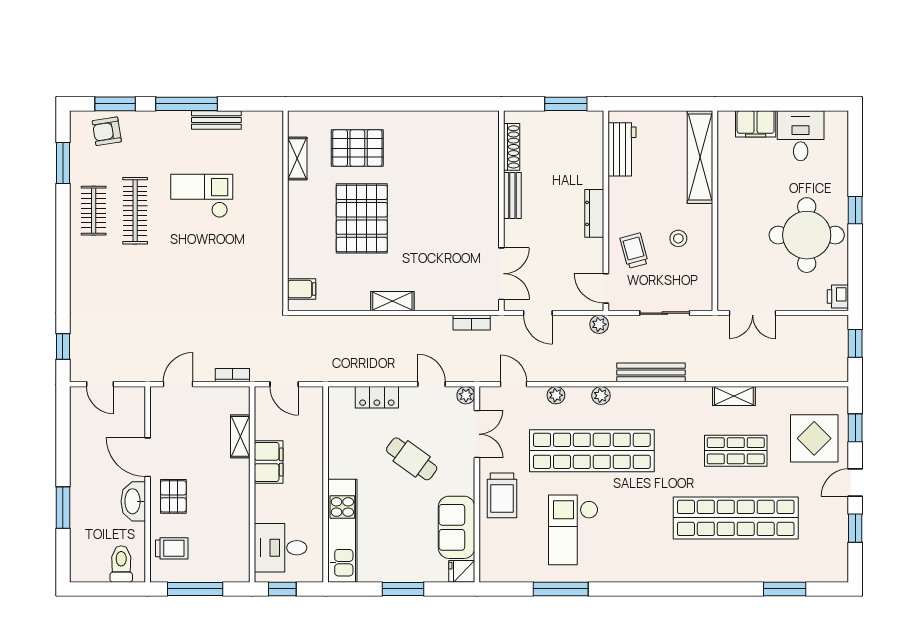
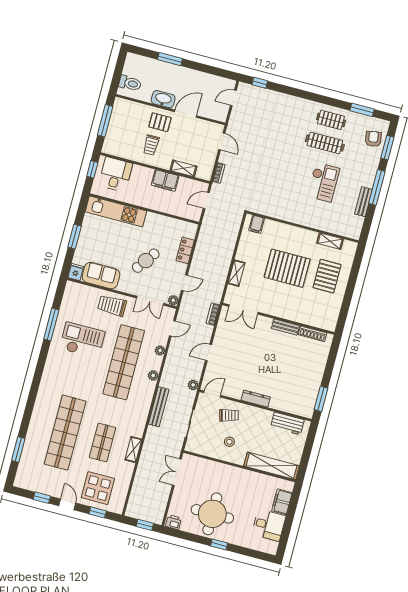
shoe rack: (512, 147) -> (313, 334), moved
bench: (512, 195) -> (285, 327), moved
wall: (501, 211) -> (278, 319), moved
double door: (501, 274) -> (243, 309), moved
trolley: (172, 548) -> (151, 145), moved

